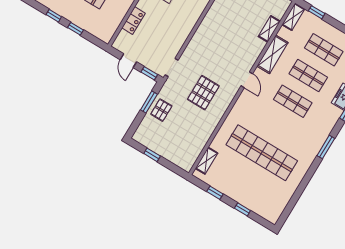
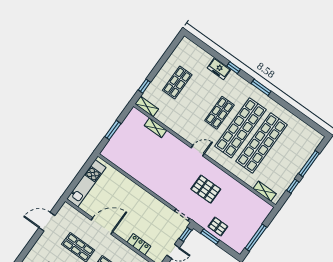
shelving: (273, 54) -> (178, 127), removed
shop shelf: (308, 75) -> (240, 128), moved, width x2.00, depth x1.36
window: (152, 155) -> (256, 238), width x2.17
window: (242, 209) -> (309, 164), width x2.17

